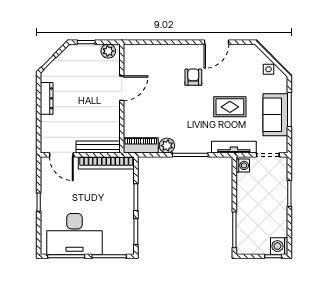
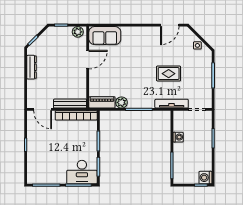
door: (216, 42) -> (170, 25), moved
armchair: (193, 77) -> (141, 51), removed
sofa: (275, 115) -> (105, 36), moved, turned -90
washing machine: (243, 165) -> (178, 137), moved
desk: (75, 234) -> (82, 172), moved, width x0.73, depth x0.77

